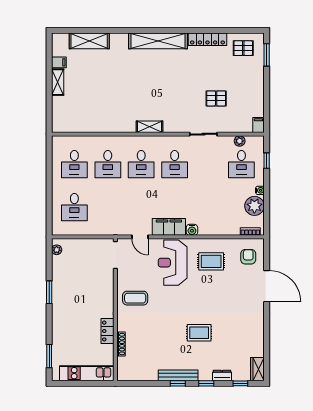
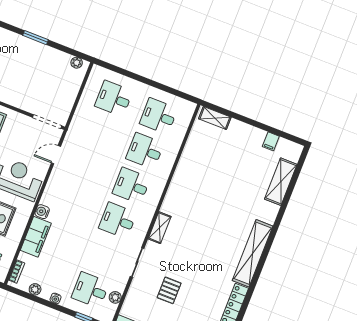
shelving: (58, 82) -> (215, 118), moved
shelving: (150, 127) -> (160, 228), moved
plant: (254, 206) -> (35, 289), width x0.53, depth x0.53
filing cabinet: (169, 227) -> (36, 237), moved

